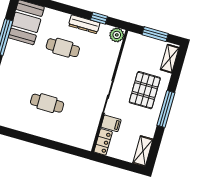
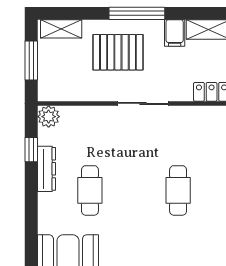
filing cabinet: (111, 123) -> (175, 33), moved, turned 180

